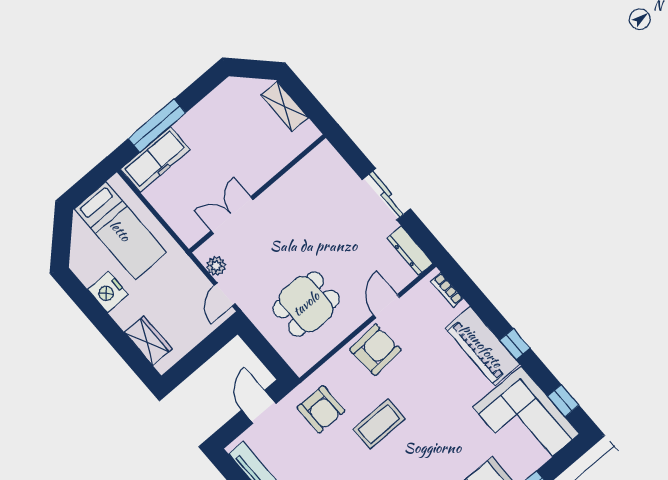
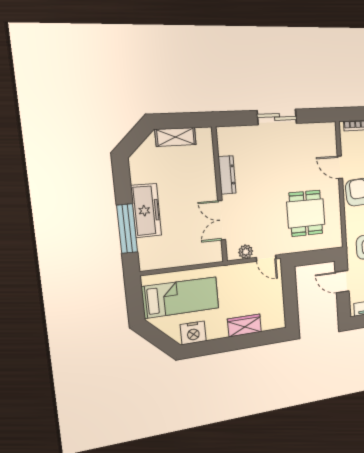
freezer: (155, 159) -> (146, 210), moved
dresser: (410, 251) -> (227, 175), moved, turned -90
nightstand: (108, 292) -> (193, 333), moved
wardrobe: (148, 341) -> (244, 325), moved

